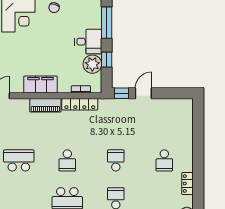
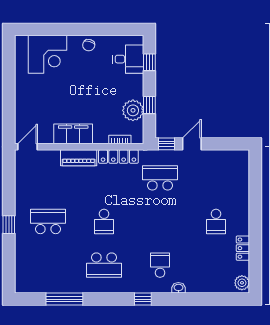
window: (107, 23) -> (149, 62), width x0.46
desk: (88, 42) -> (128, 59), moved
school desk: (116, 160) -> (160, 178), moved, width x1.85

